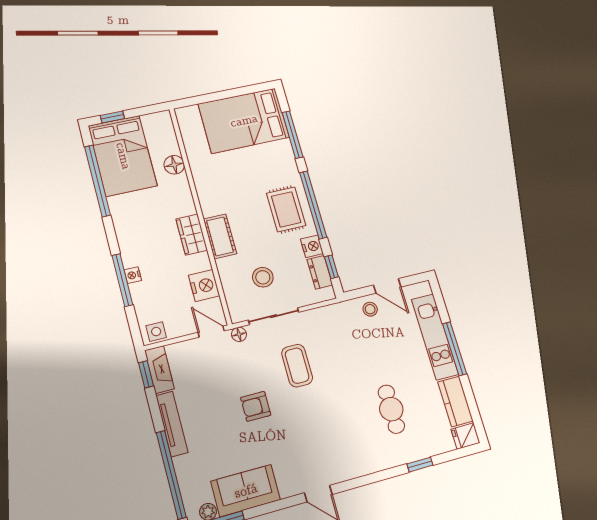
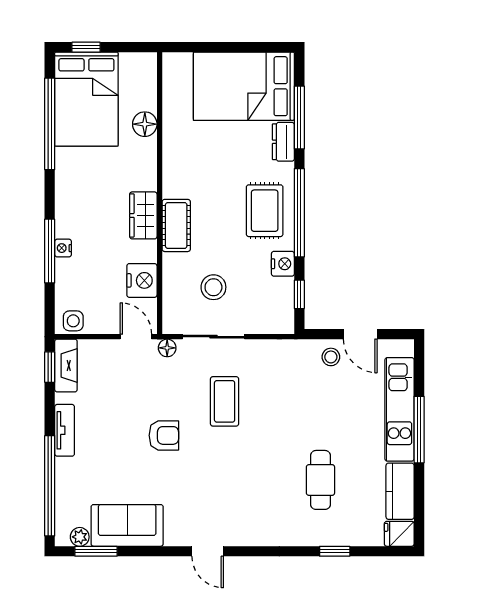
dresser: (320, 272) -> (283, 142), moved
armchair: (256, 406) -> (164, 435), turned 180
tv unit: (172, 424) -> (65, 430), width x0.71

